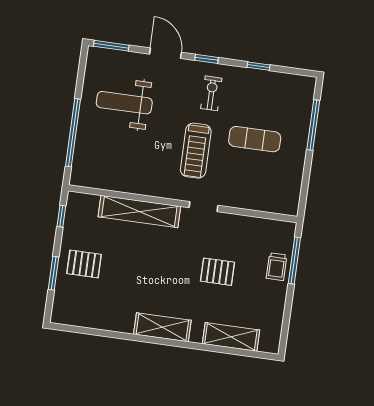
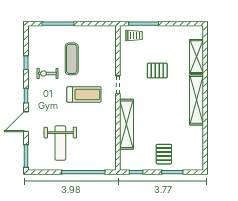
exercise bike: (211, 93) -> (47, 73), moved
trolley: (277, 267) -> (134, 35), moved
pallet: (217, 272) -> (157, 71), turned 90
shelving: (162, 327) -> (197, 100), width x1.47

